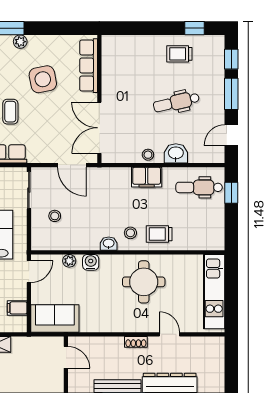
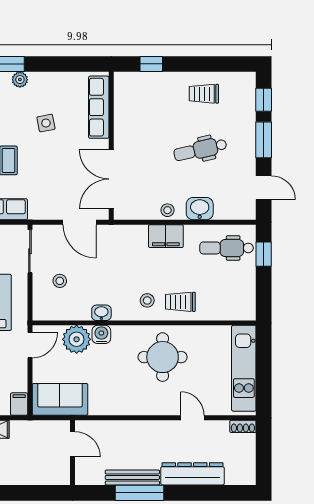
window: (194, 28) -> (151, 64), moved
side table: (43, 79) -> (46, 123), width x0.54, depth x0.54
door: (231, 135) -> (264, 188), swing flipped
washbasin: (109, 244) -> (101, 313), moved
plant: (69, 261) -> (77, 339), width x1.88, depth x1.88
filing cabinet: (17, 308) -> (19, 404), moved, turned 90
shoe rack: (136, 342) -> (243, 426), moved

